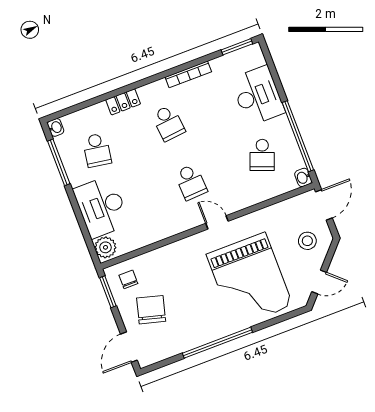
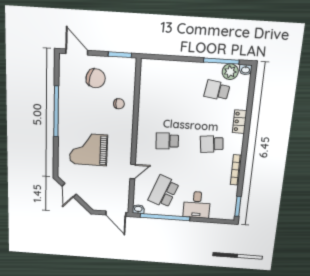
desk: (258, 96) -> (197, 205), width x0.73
school desk: (262, 155) -> (164, 192), width x1.85
desk: (101, 207) -> (178, 76), removed
door: (217, 222) -> (133, 172), moved
stool: (307, 241) -> (98, 195), removed
plant: (105, 247) -> (230, 72), moved
chair: (128, 279) -> (119, 104), moved
grand piano: (250, 280) -> (88, 149), width x0.73, depth x0.68

